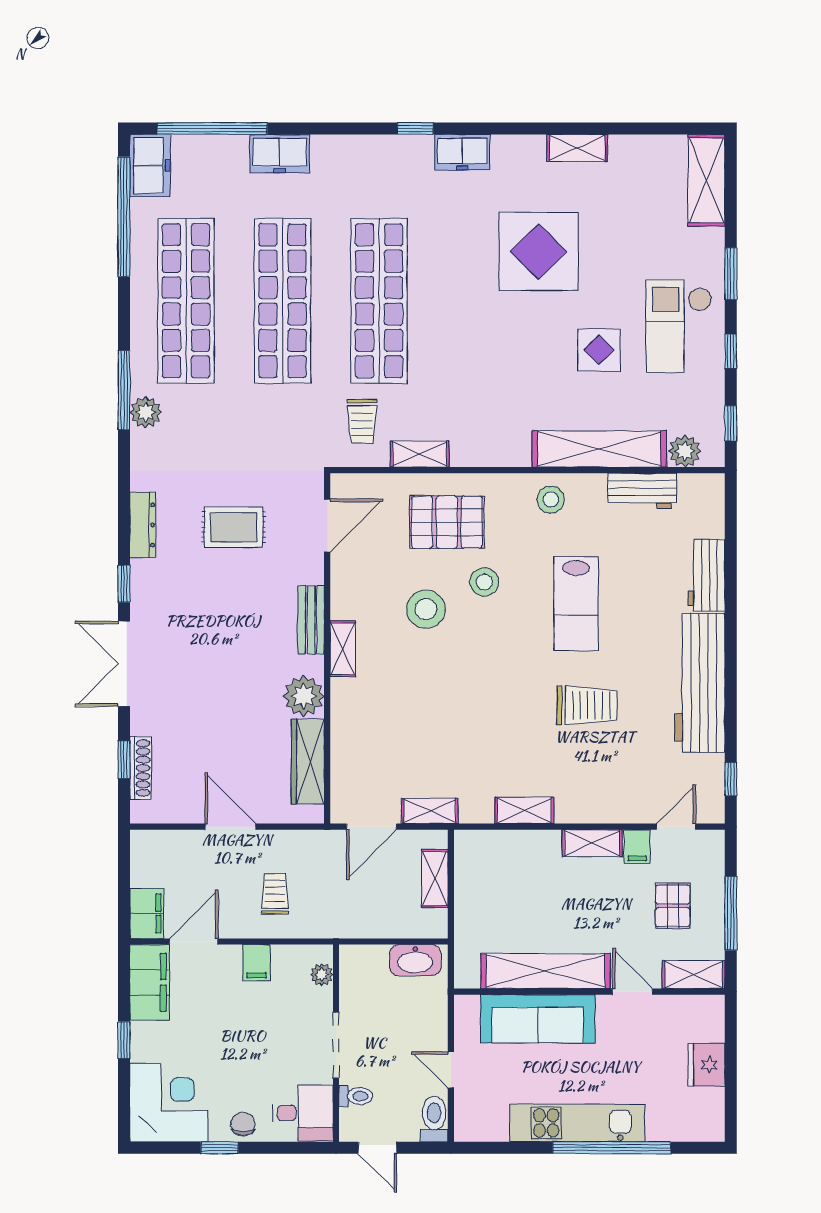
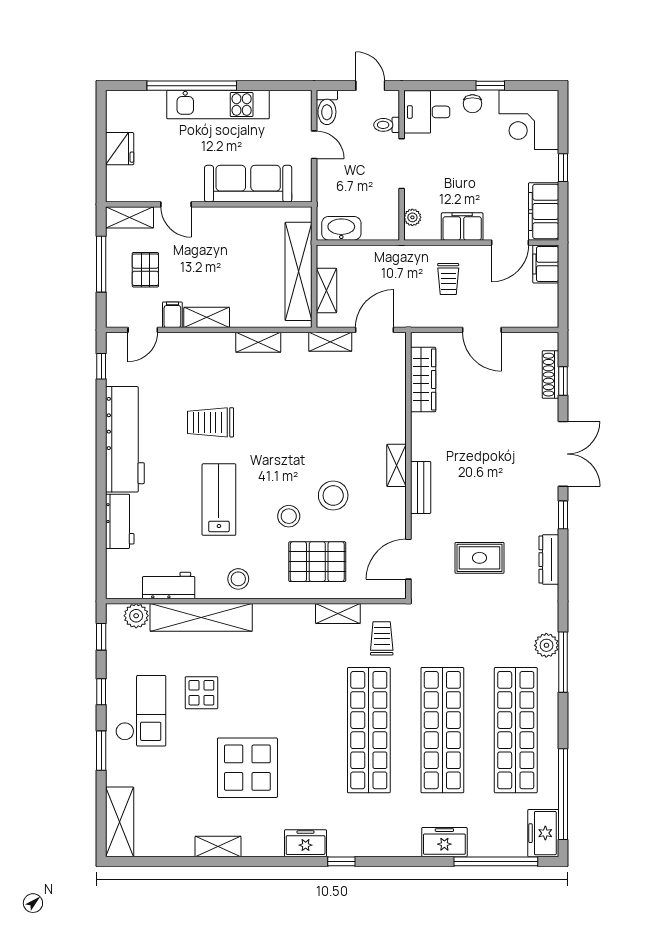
plant: (304, 696) -> (426, 429), removed
filing cabinet: (256, 963) -> (462, 226), width x2.00
shelving: (546, 971) -> (299, 271), moved, turned 90

